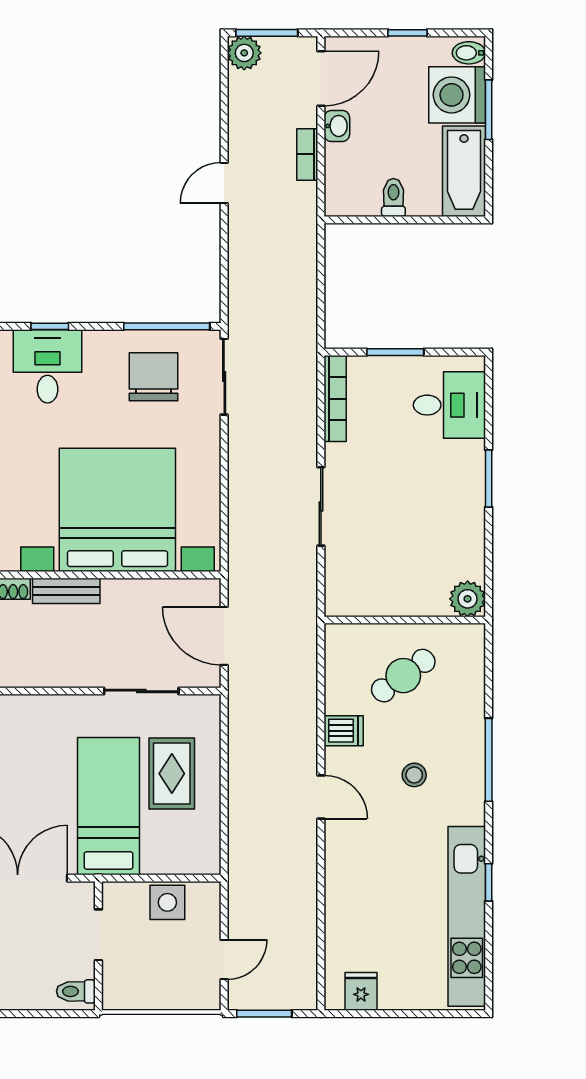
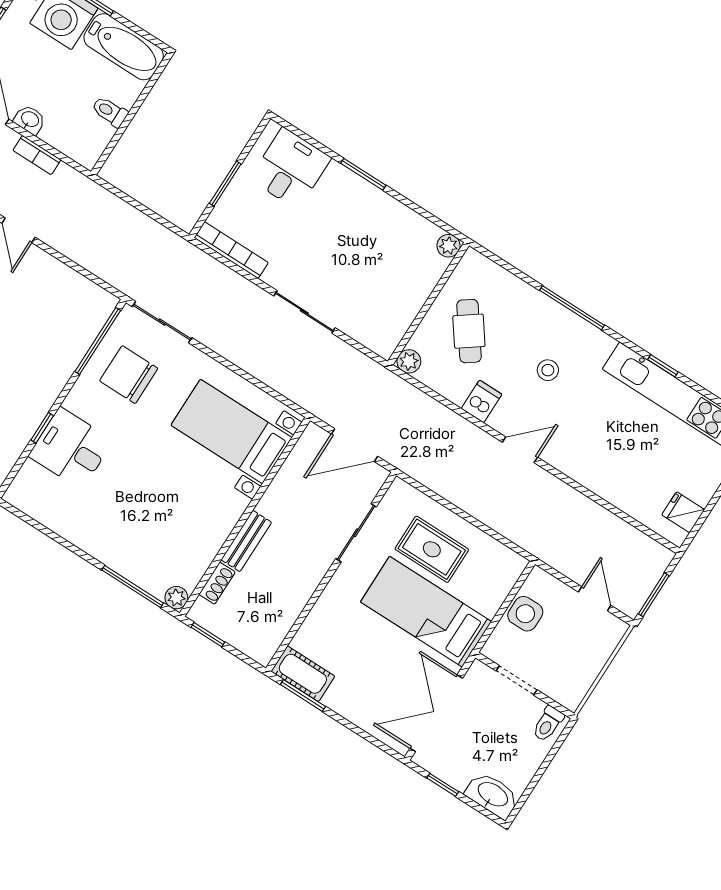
bed with nightstands: (117, 510) -> (232, 431), width x0.54
plant: (468, 599) -> (448, 246), width x0.73, depth x0.73
plant: (338, 637) -> (409, 361), added

